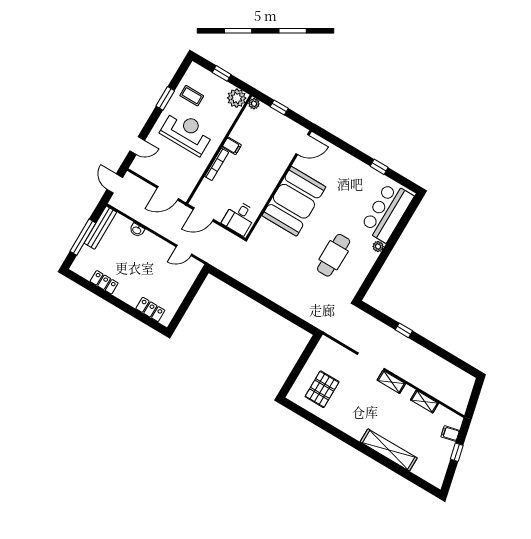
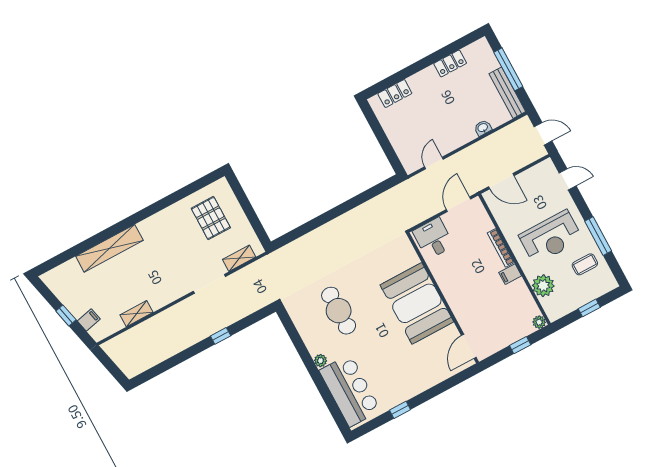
window: (165, 98) -> (598, 236), width x1.44
plant: (237, 98) -> (543, 286), moved
door: (137, 146) -> (568, 179), swing flipped
door: (168, 193) -> (501, 181), swing flipped
shelving: (391, 382) -> (239, 258), moved

